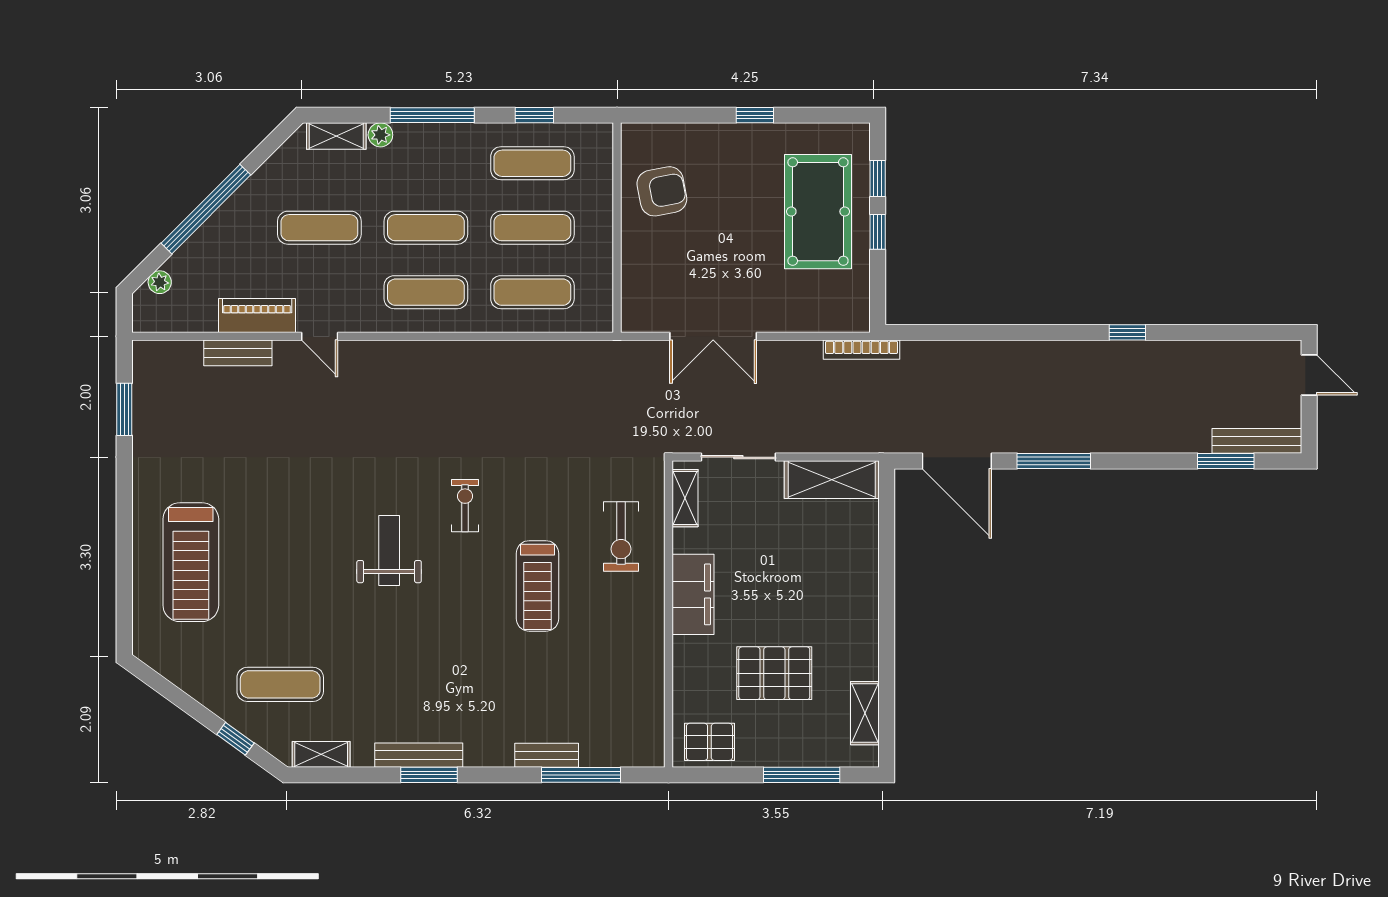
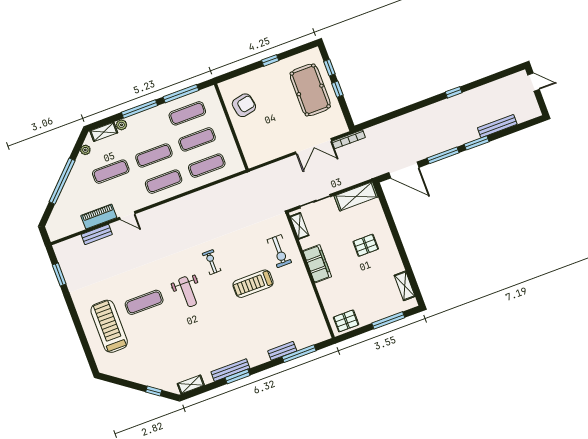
window: (534, 115) -> (181, 94), width x2.17
plant: (160, 282) -> (85, 150), moved
double door: (713, 336) -> (313, 146), moved
bench: (1257, 441) -> (497, 126), moved
window: (1226, 461) -> (477, 143), moved
weight bench: (389, 550) -> (188, 292), turned 180
treadmill: (191, 562) -> (109, 326), turned 180
treadmill: (537, 586) -> (253, 284), turned 90
pallet: (774, 673) -> (366, 245), moved, width x0.67, depth x0.71
exercise mat: (280, 684) -> (144, 302), moved

